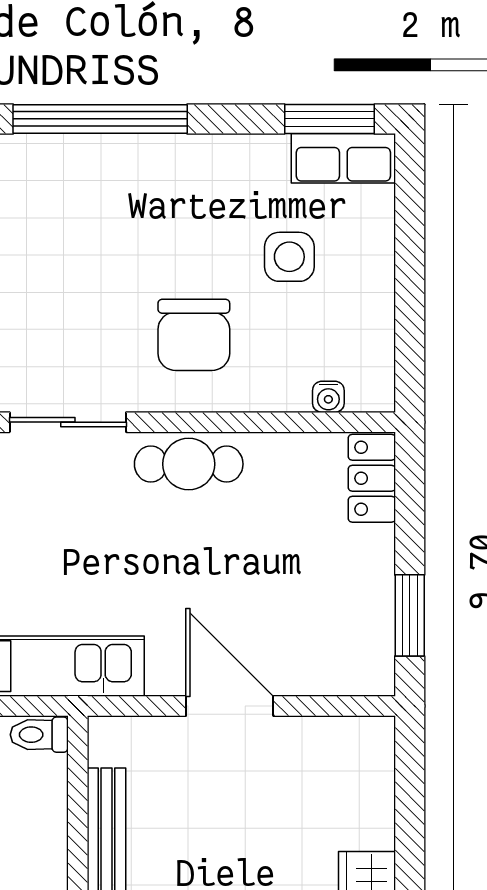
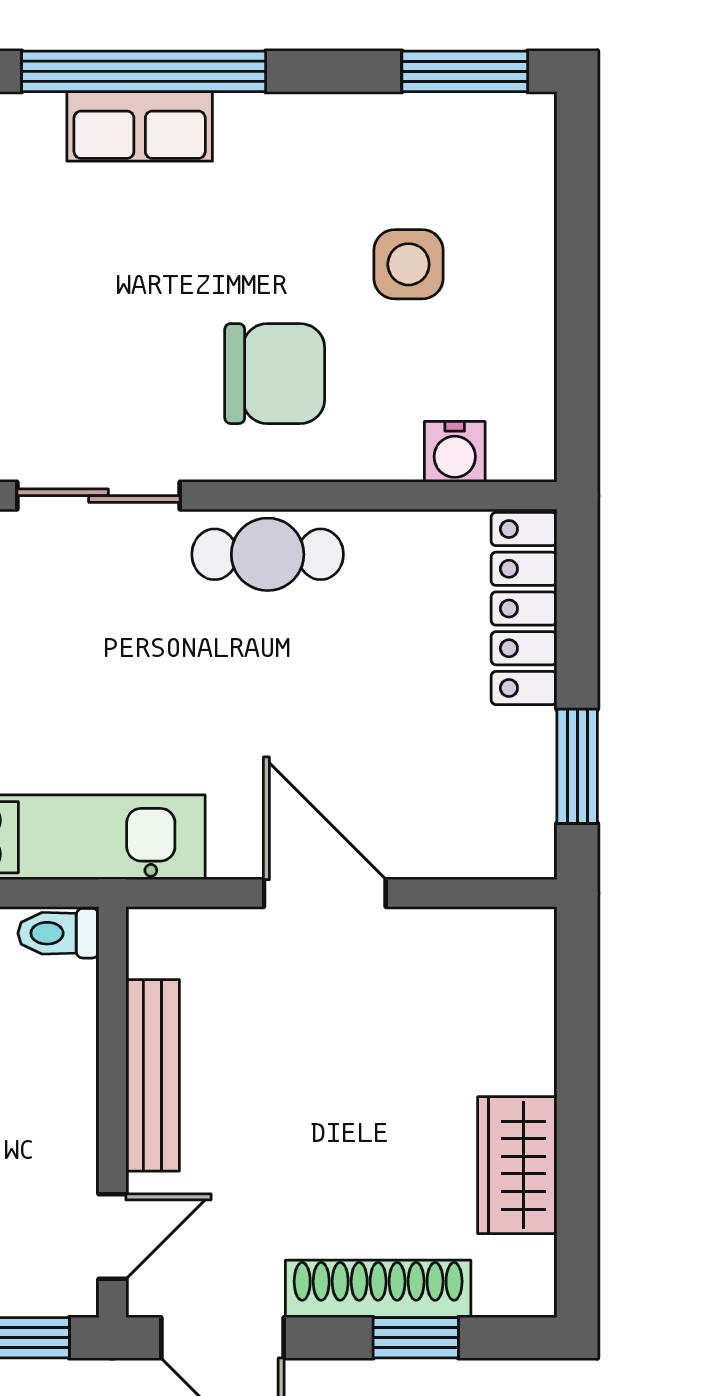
row of seats: (343, 158) -> (140, 126), moved
chair: (194, 335) -> (275, 374), turned -90
water cooler: (328, 397) -> (455, 452), width x1.38, depth x1.38
locker: (372, 478) -> (524, 609), width x1.53

